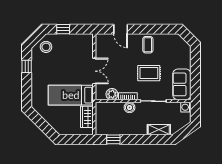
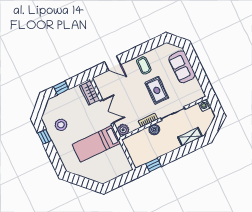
stool: (46, 47) -> (61, 125), moved
rug: (149, 73) -> (157, 90), turned 90
sofa: (182, 84) -> (182, 67), moved
plant: (112, 94) -> (123, 130), moved
wardrobe: (87, 117) -> (90, 93), moved

